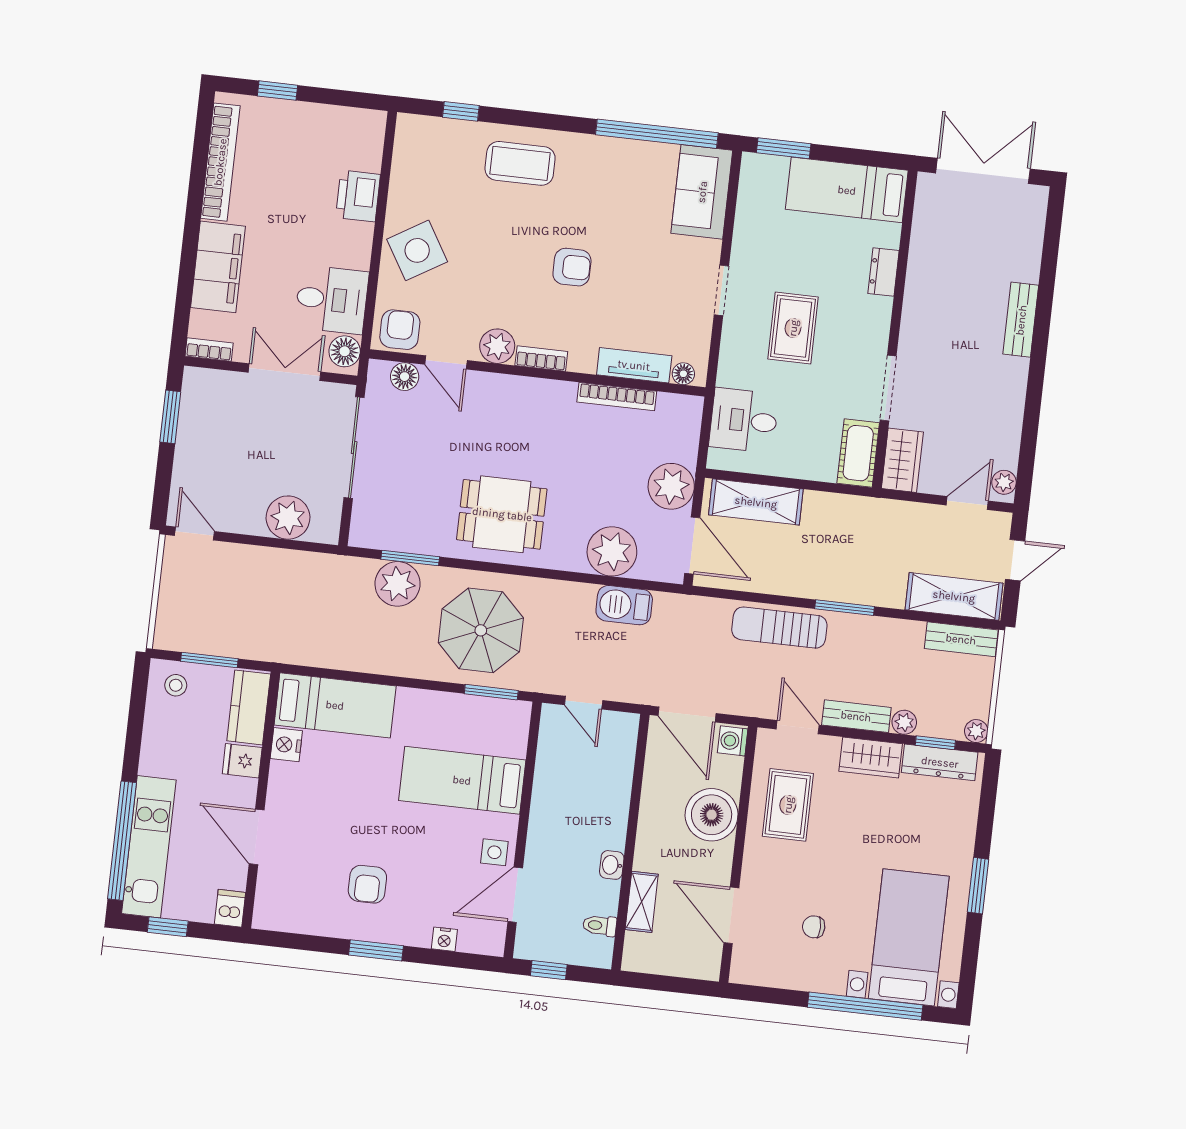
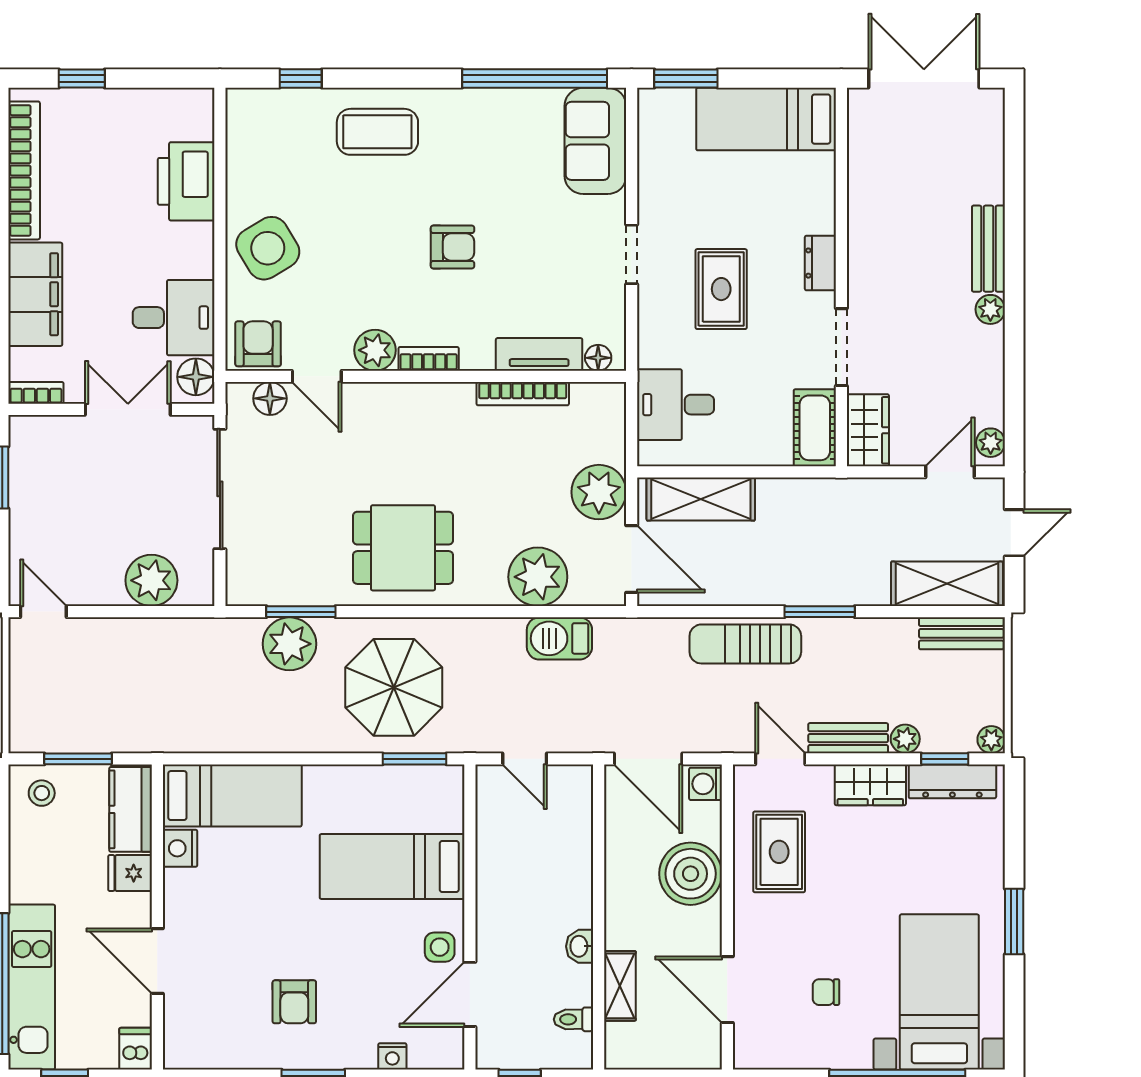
printer: (358, 196) -> (186, 181), width x1.37, depth x1.19
dresser: (884, 272) -> (820, 263), moved
plant: (1016, 371) -> (990, 309), added

